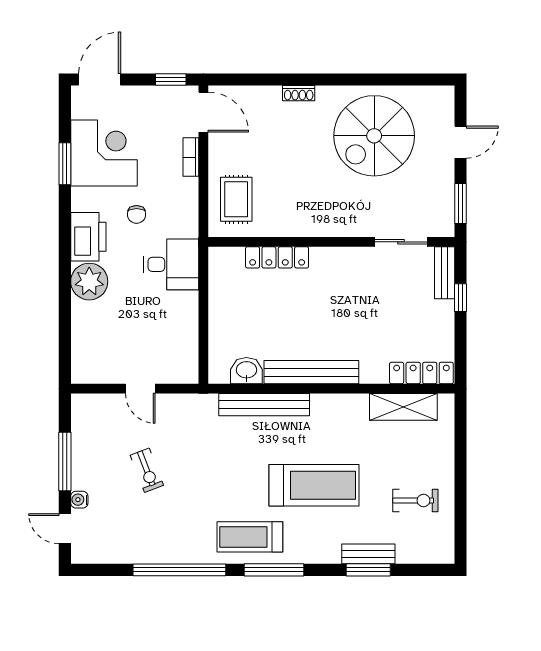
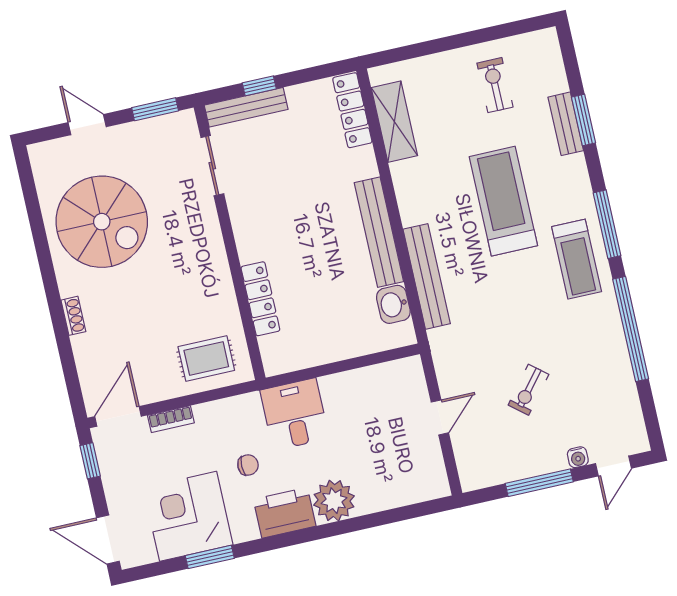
bench: (445, 273) -> (246, 107), width x1.36
exercise bike: (147, 470) -> (528, 390), turned 150

